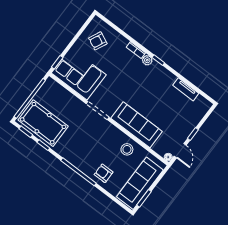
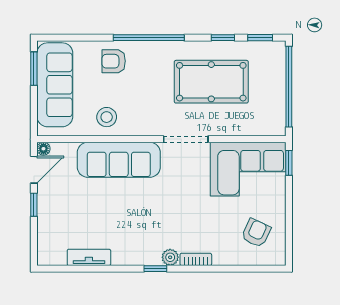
pool table: (43, 123) -> (211, 82), moved
door: (180, 151) -> (34, 170), swing flipped
armchair: (104, 173) -> (114, 61), turned 180

